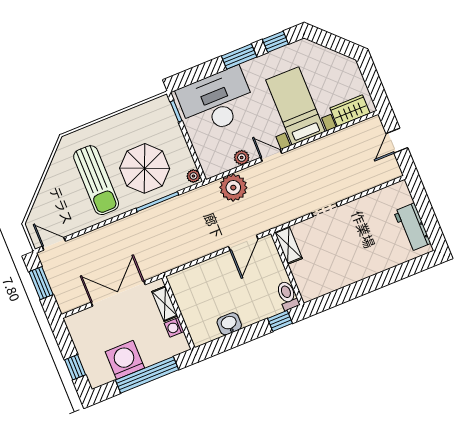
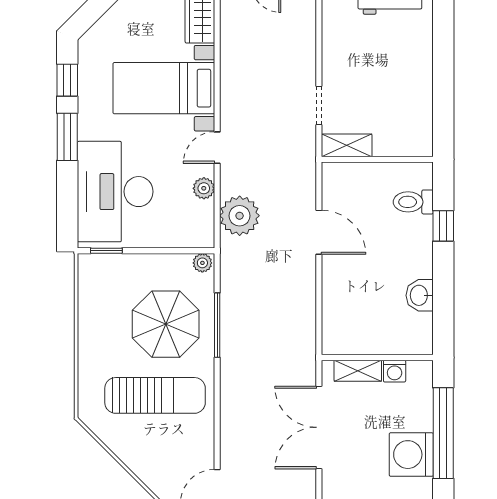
shelving: (288, 245) -> (347, 145), moved
wall: (287, 268) -> (377, 159), moved

